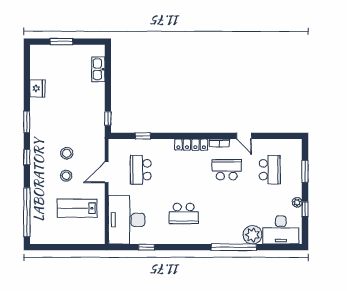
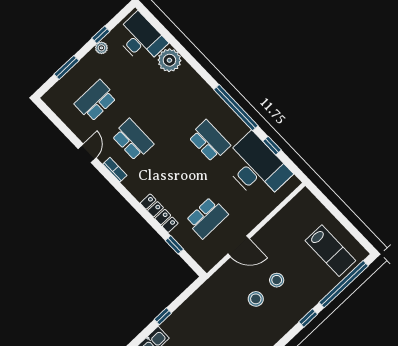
window: (108, 118) -> (163, 316), moved
locker: (191, 145) -> (159, 213), moved
window: (27, 157) -> (308, 318), moved
school desk: (227, 170) -> (133, 140), turned 180
lab bench: (77, 208) -> (330, 251), moved
desk: (127, 220) -> (256, 168), moved, turned -90
window: (234, 247) -> (236, 108), moved

